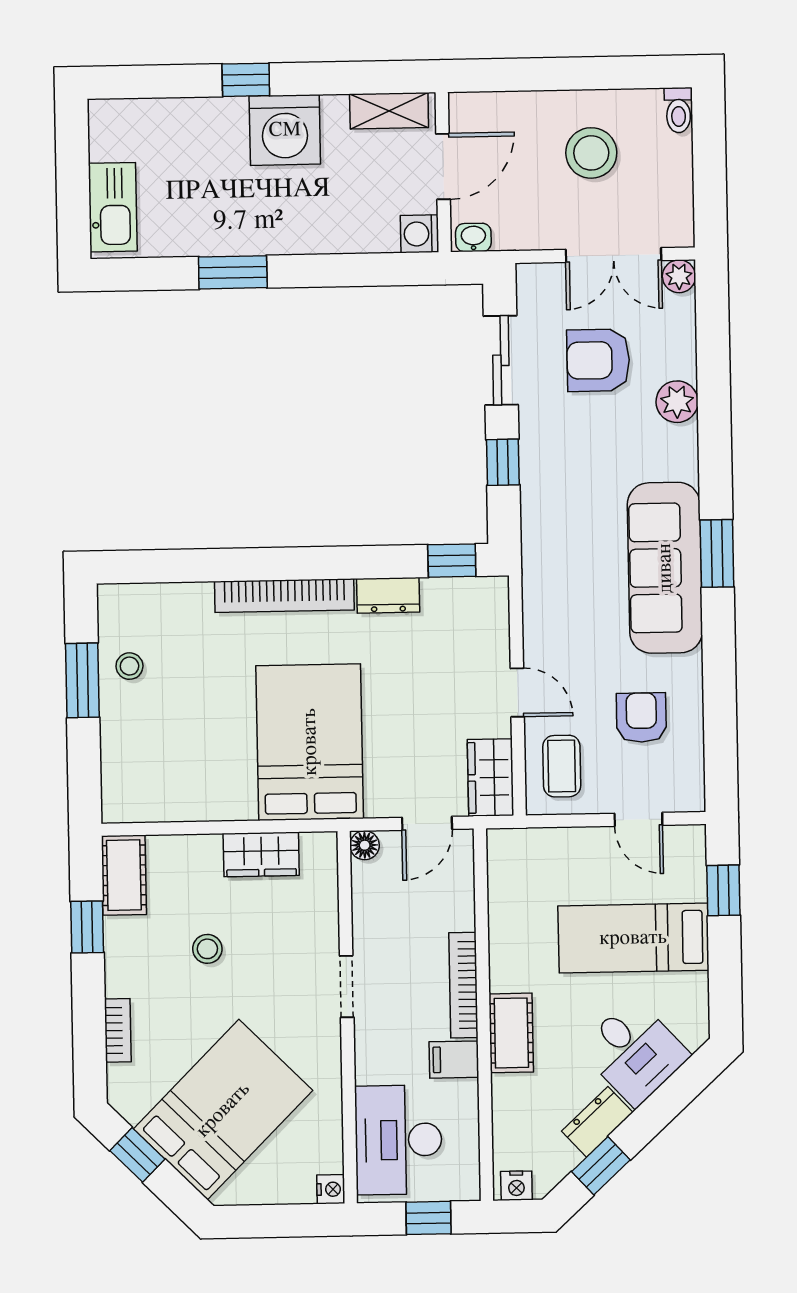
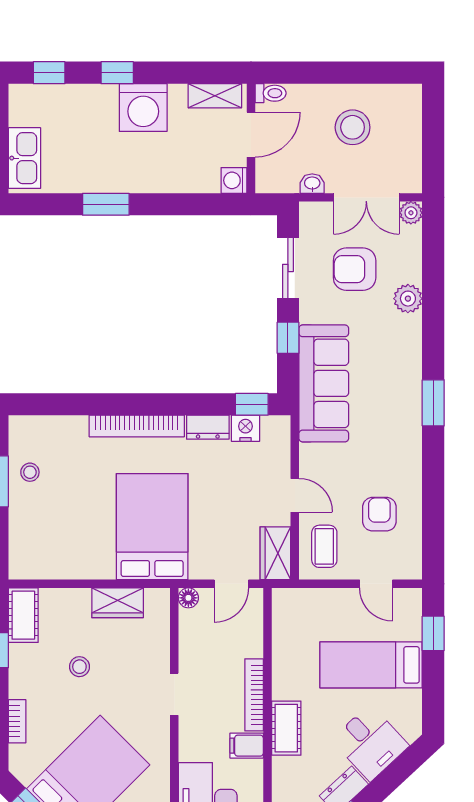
window: (146, 82) -> (49, 73), added
toilet: (678, 110) -> (271, 93), moved, turned -90
washbasin: (473, 238) -> (312, 184), moved
sofa: (665, 568) -> (324, 383), moved, turned 180
nightstand: (443, 596) -> (245, 428), added

